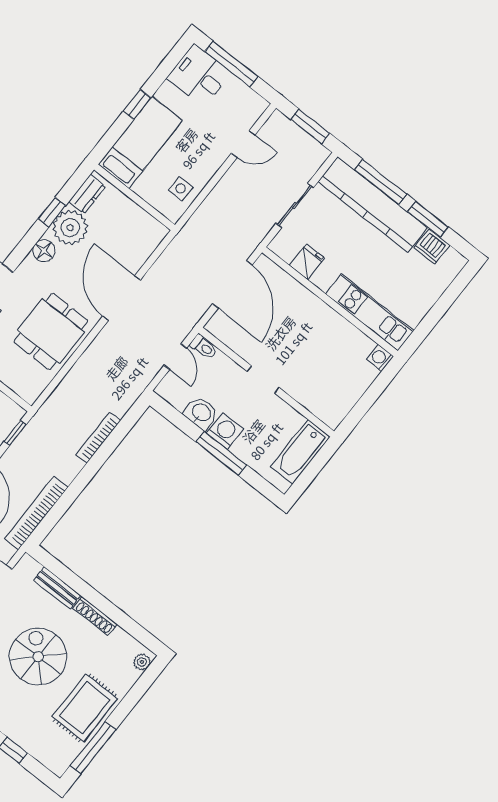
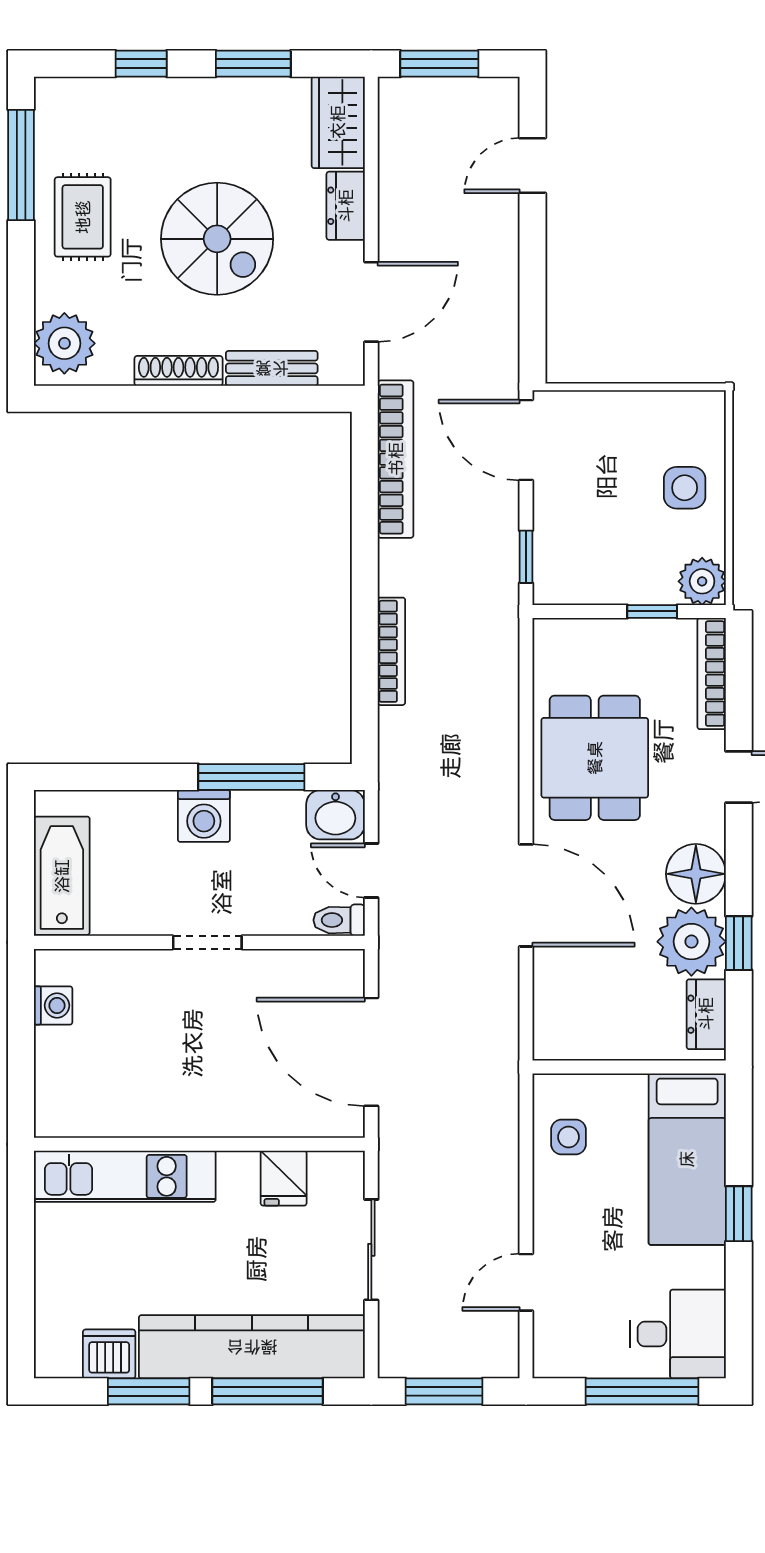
floor lamp: (44, 251) -> (696, 874), width x1.38, depth x1.38
washing machine: (380, 358) -> (53, 1005), moved
washbasin: (201, 413) -> (335, 815), moved
window: (221, 453) -> (251, 777), moved
plant: (142, 662) -> (64, 343), width x1.87, depth x1.87
rug: (85, 708) -> (83, 217), width x0.73, depth x0.70

